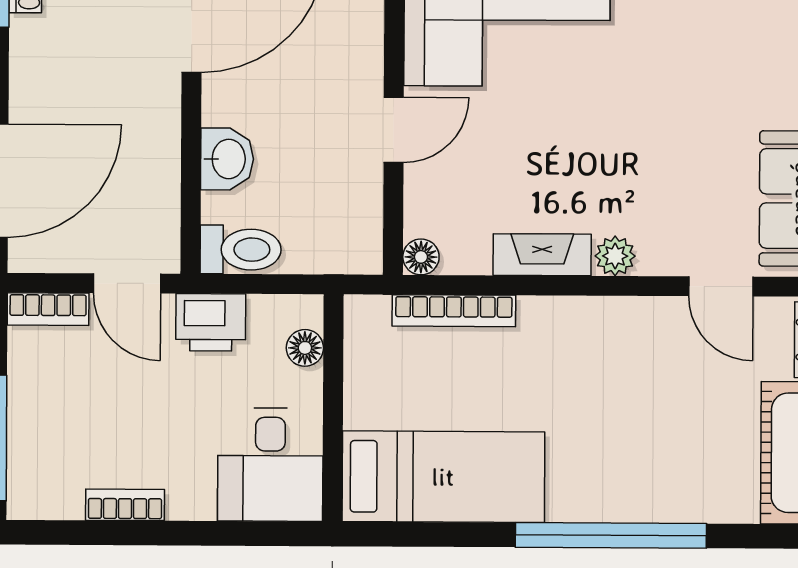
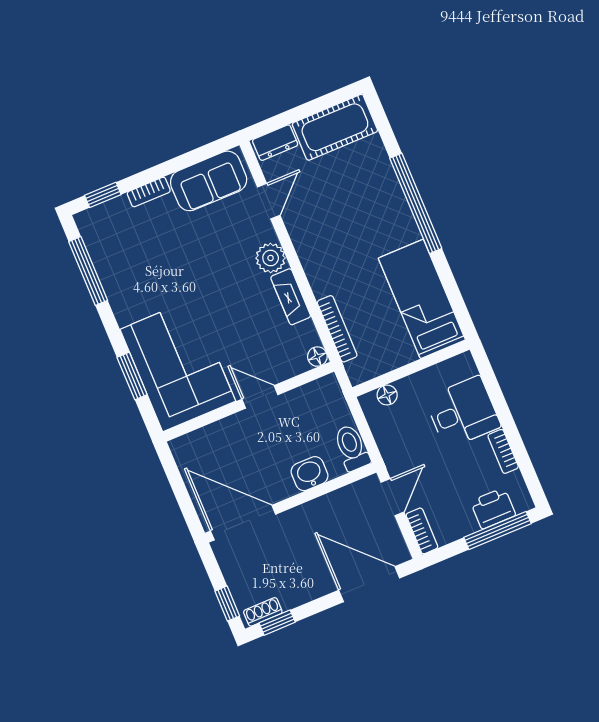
plant: (615, 256) -> (271, 258), width x1.38, depth x1.38
printer: (211, 322) -> (493, 508), moved, turned -90
desk: (270, 465) -> (463, 412), moved

